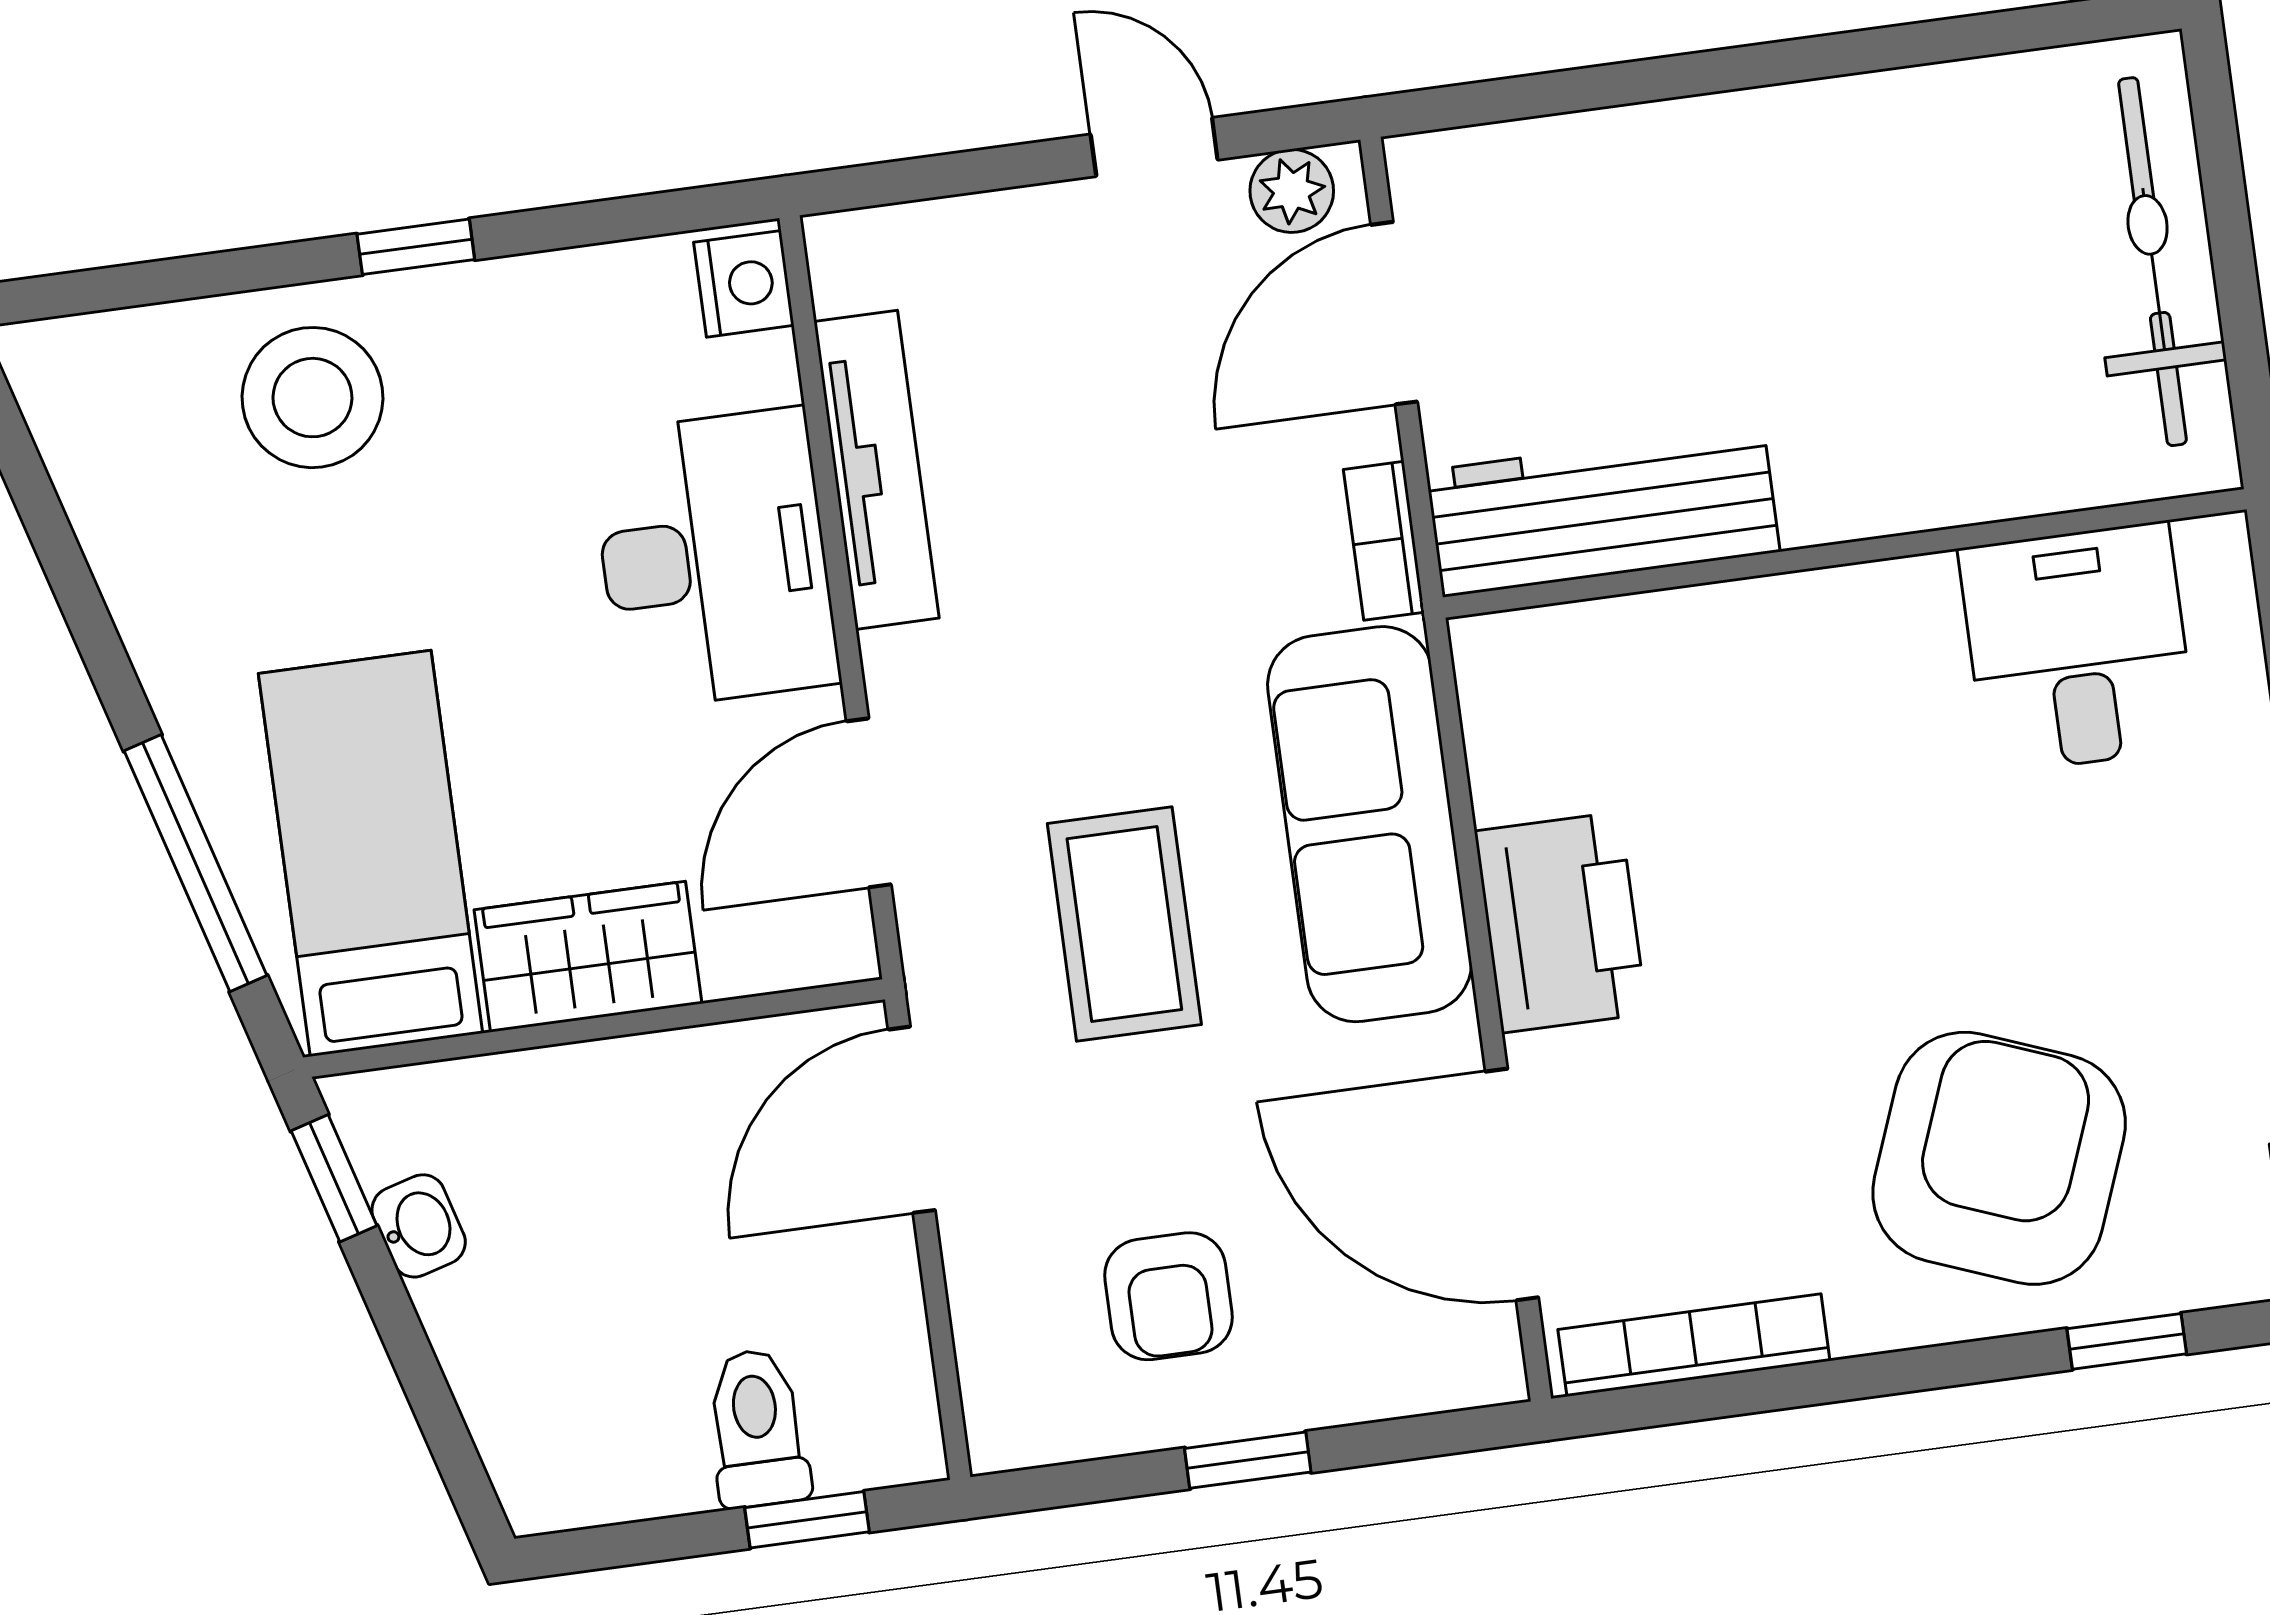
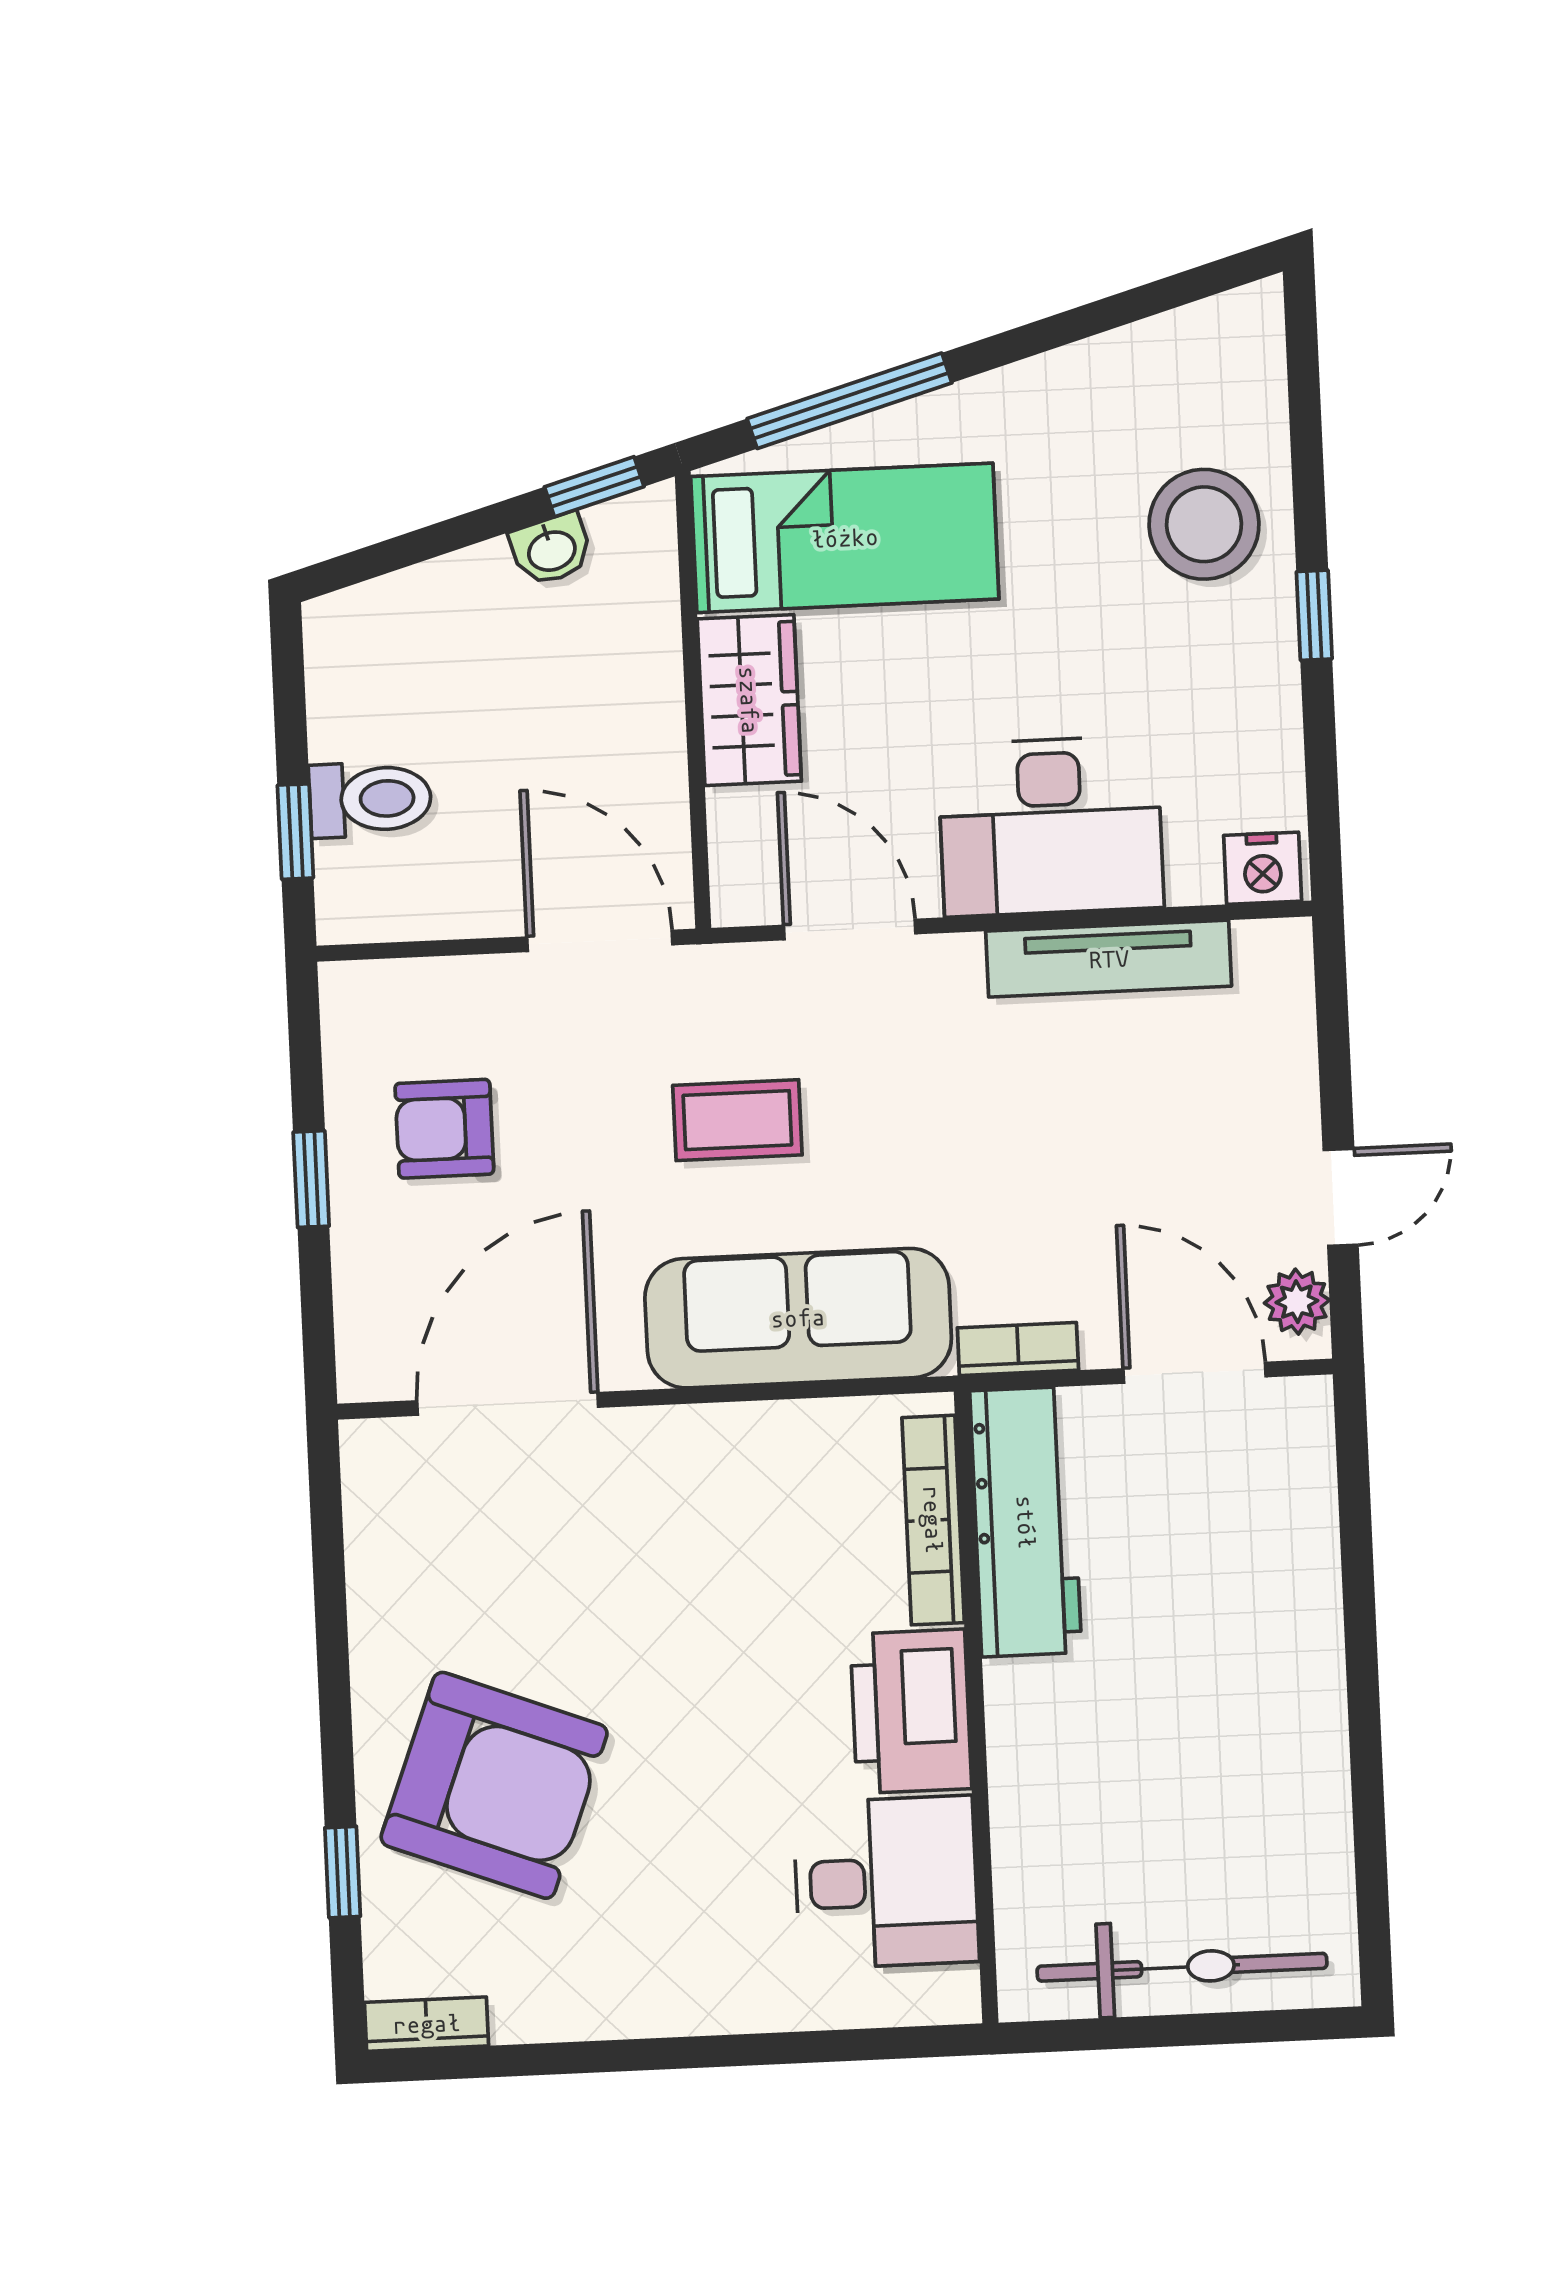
printer: (1561, 922) -> (911, 1711), moved, turned 90
coffee table: (1124, 924) -> (737, 1120), width x0.73, depth x0.77
bookcase: (1694, 1345) -> (933, 1520), moved, turned 180

